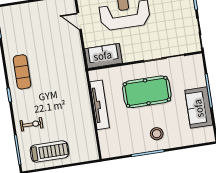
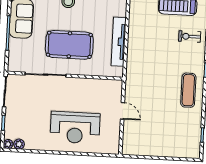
door: (79, 21) -> (122, 111), moved
sofa: (103, 56) -> (105, 89), removed

